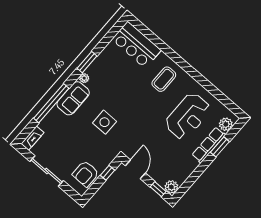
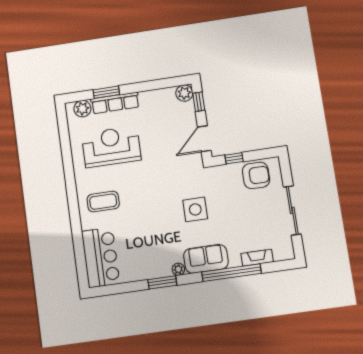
fireplace: (32, 138) -> (257, 258), moved

